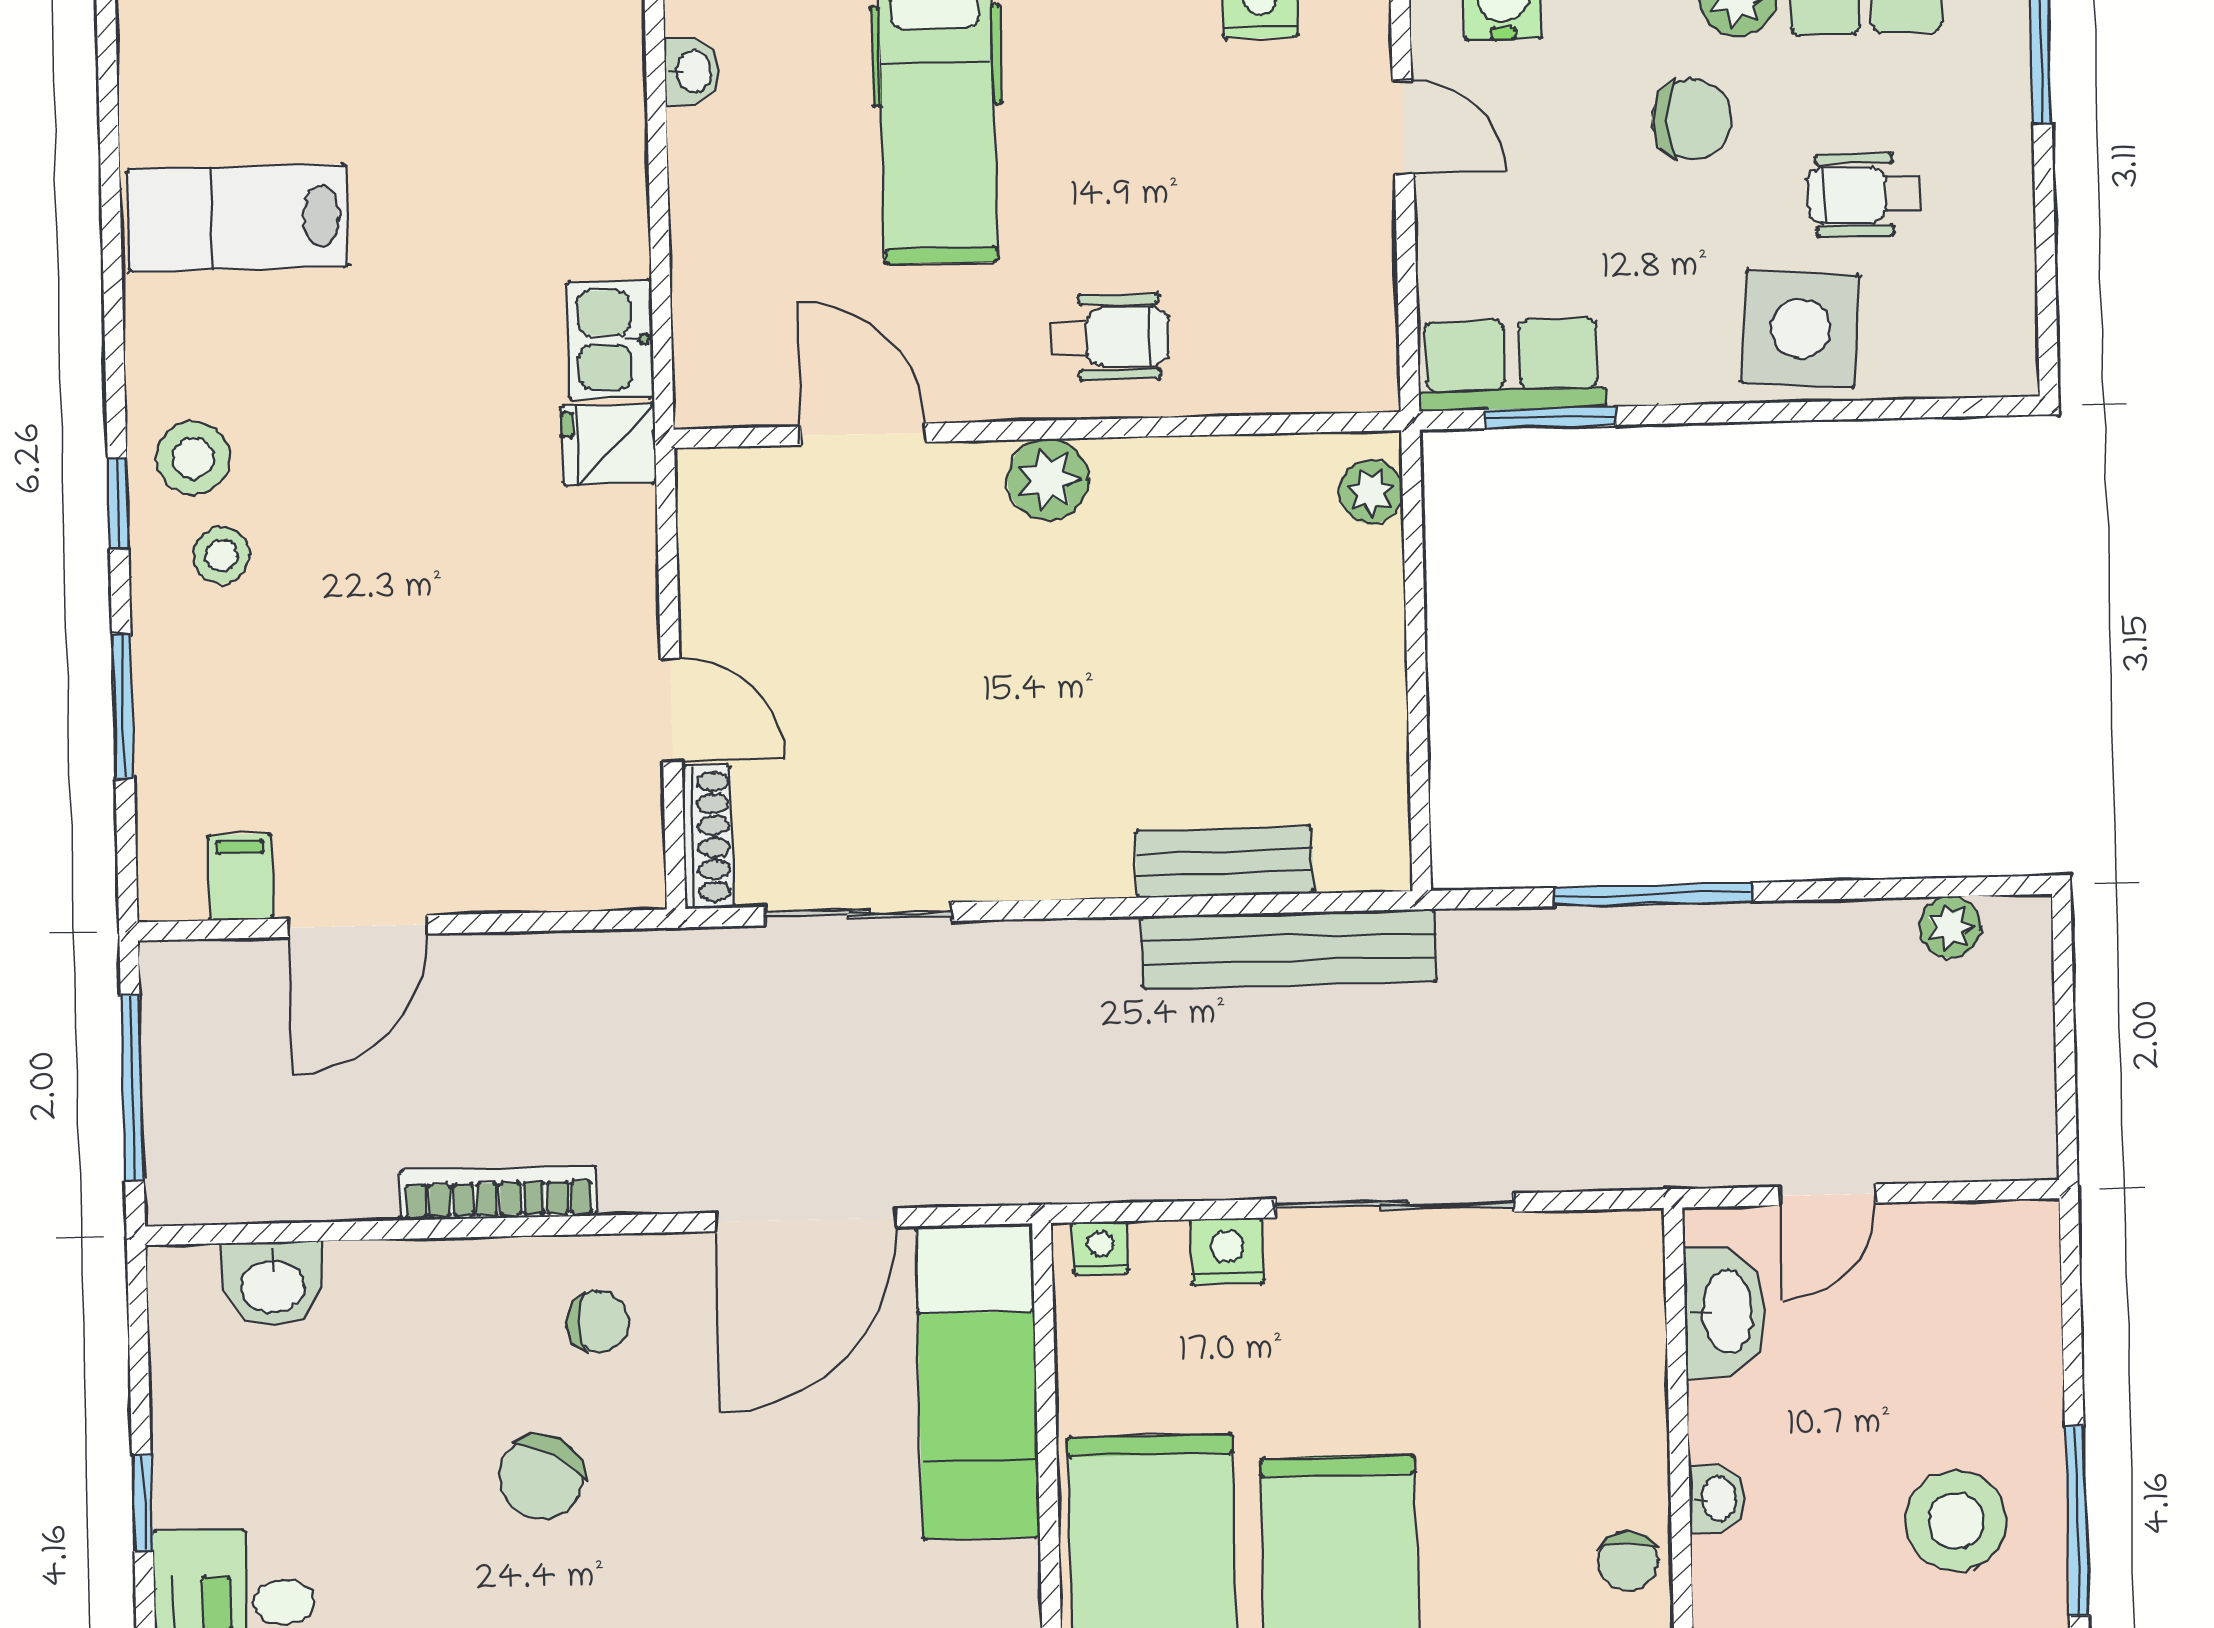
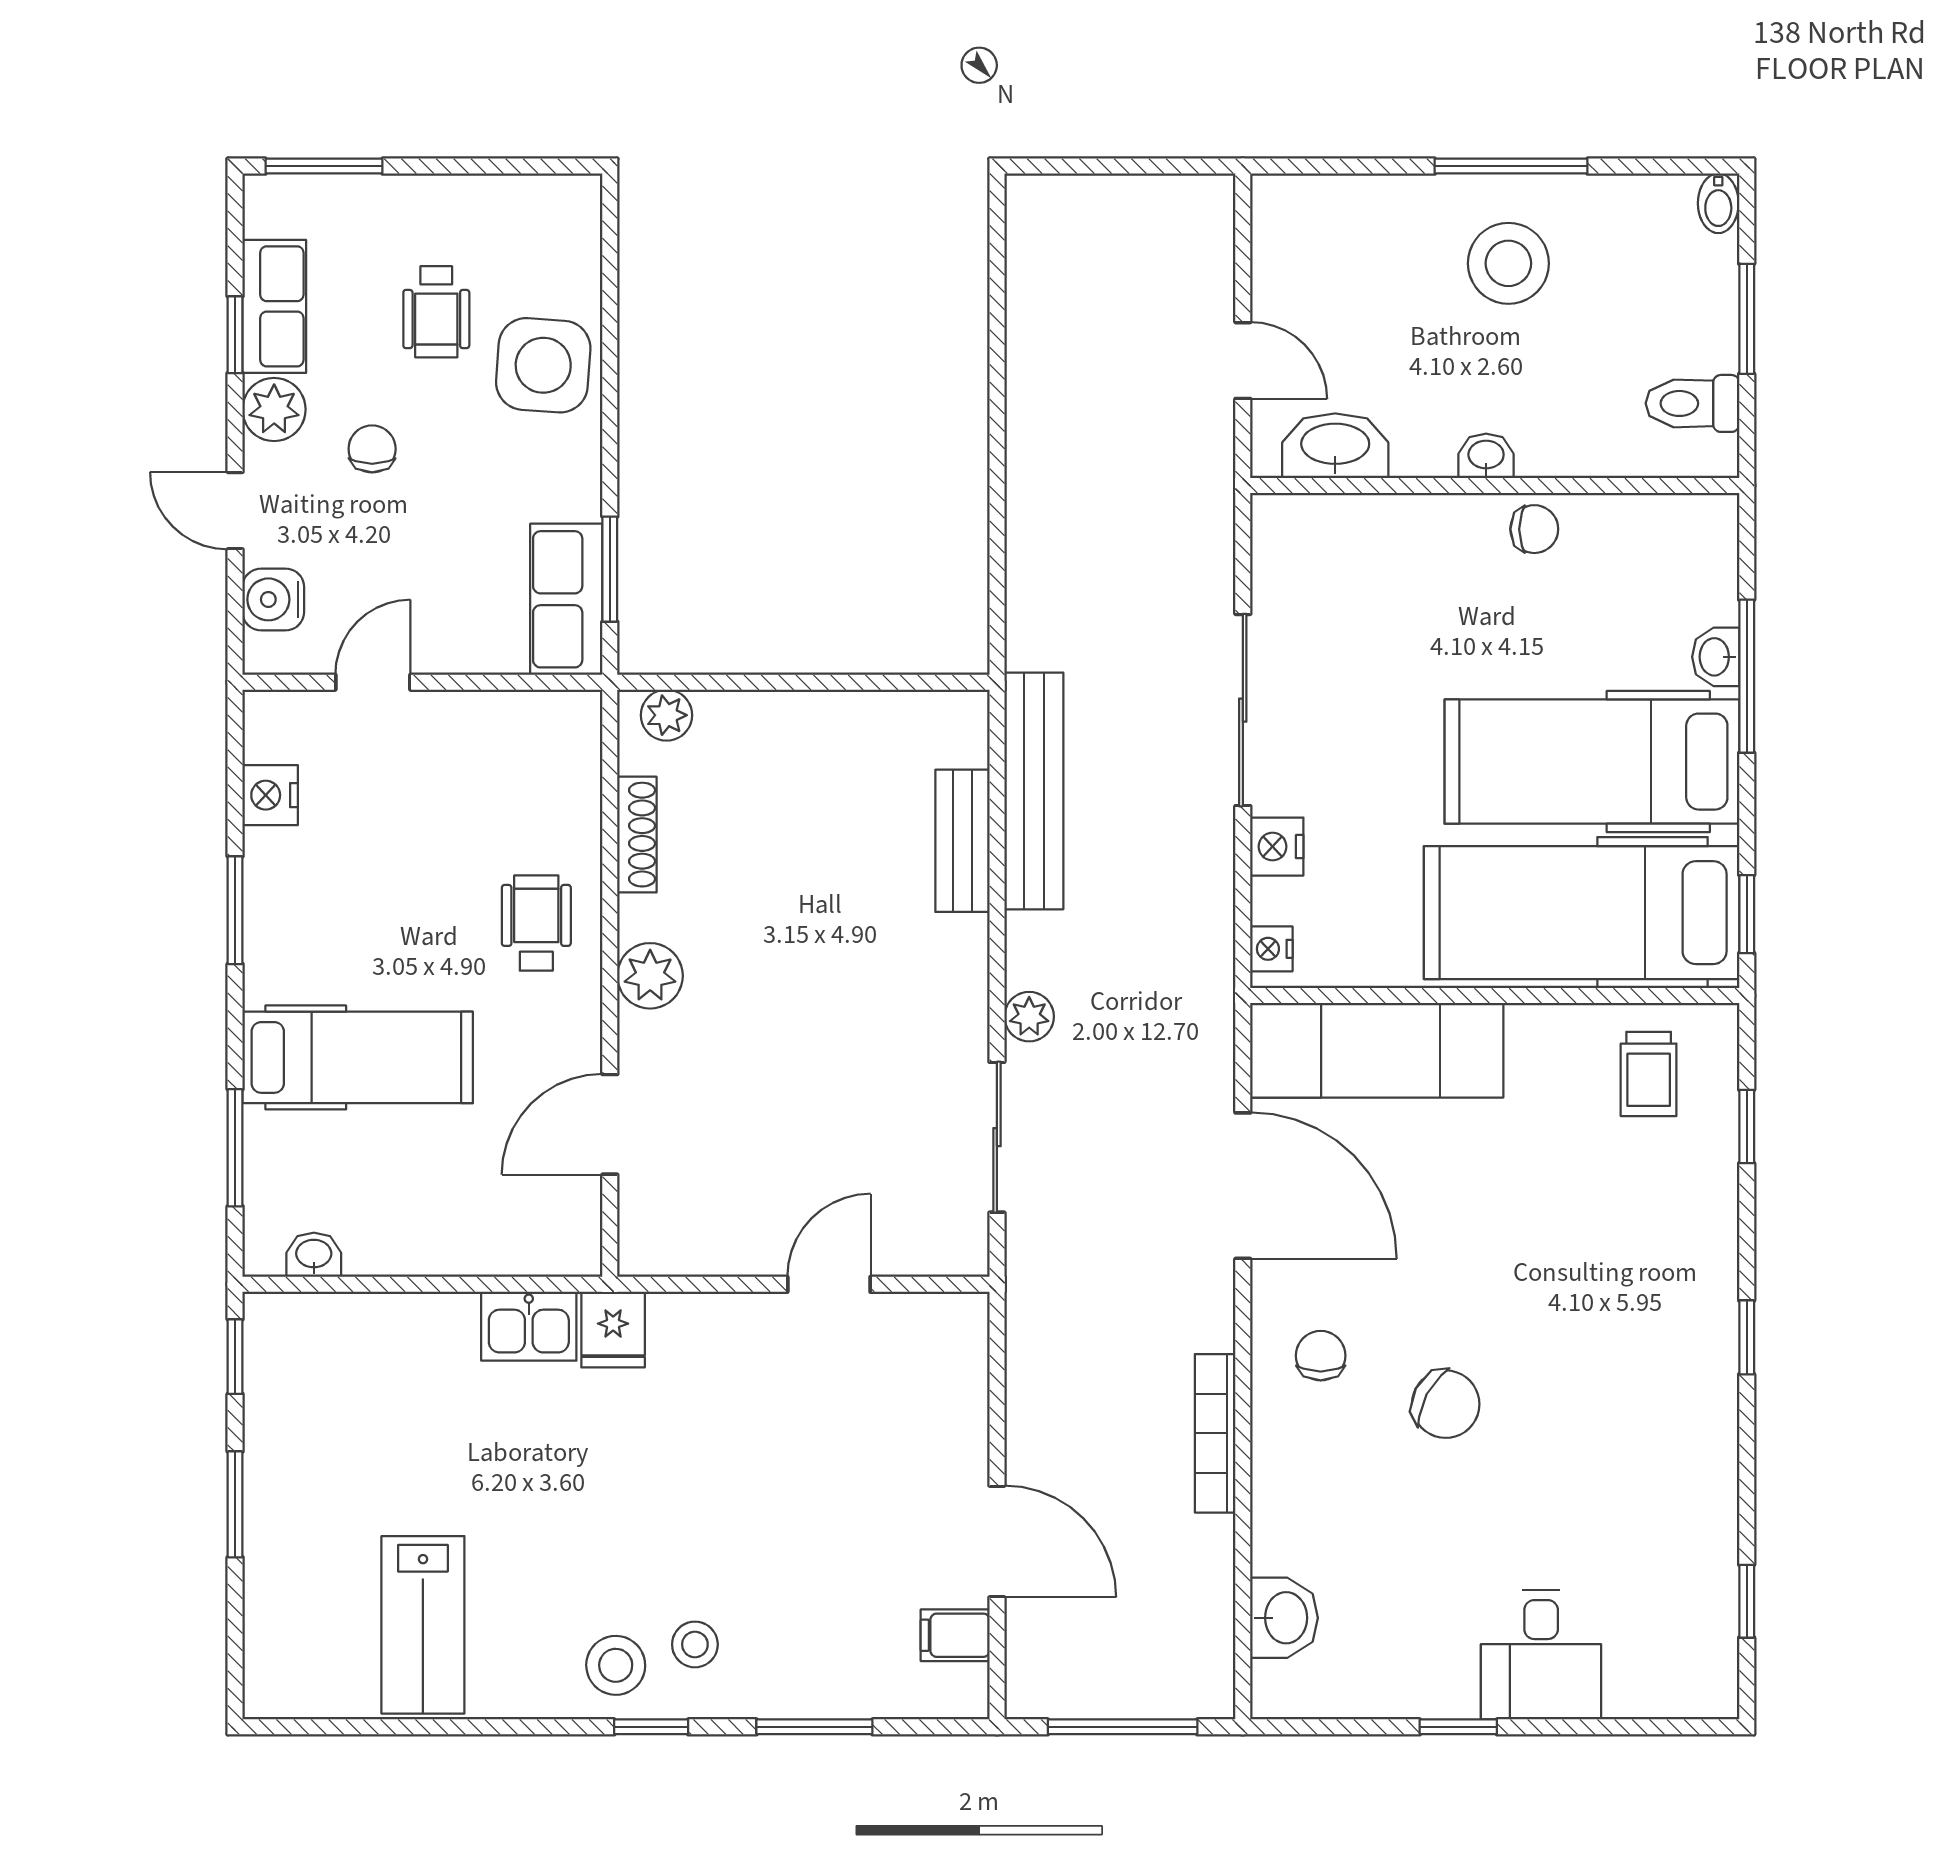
chair: (1692, 119) -> (372, 449), width x0.73, depth x0.73
shoe rack: (708, 837) -> (637, 835), moved, turned 90
window: (1653, 894) -> (997, 496), removed
plant: (1950, 927) -> (1029, 1017), moved

